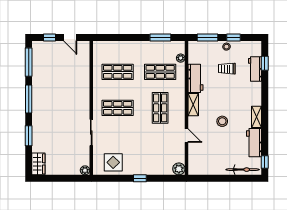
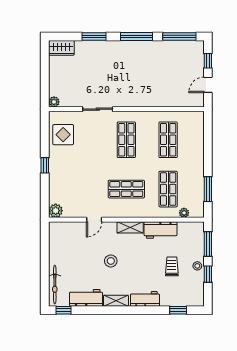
workbench: (255, 69) -> (145, 299), moved

